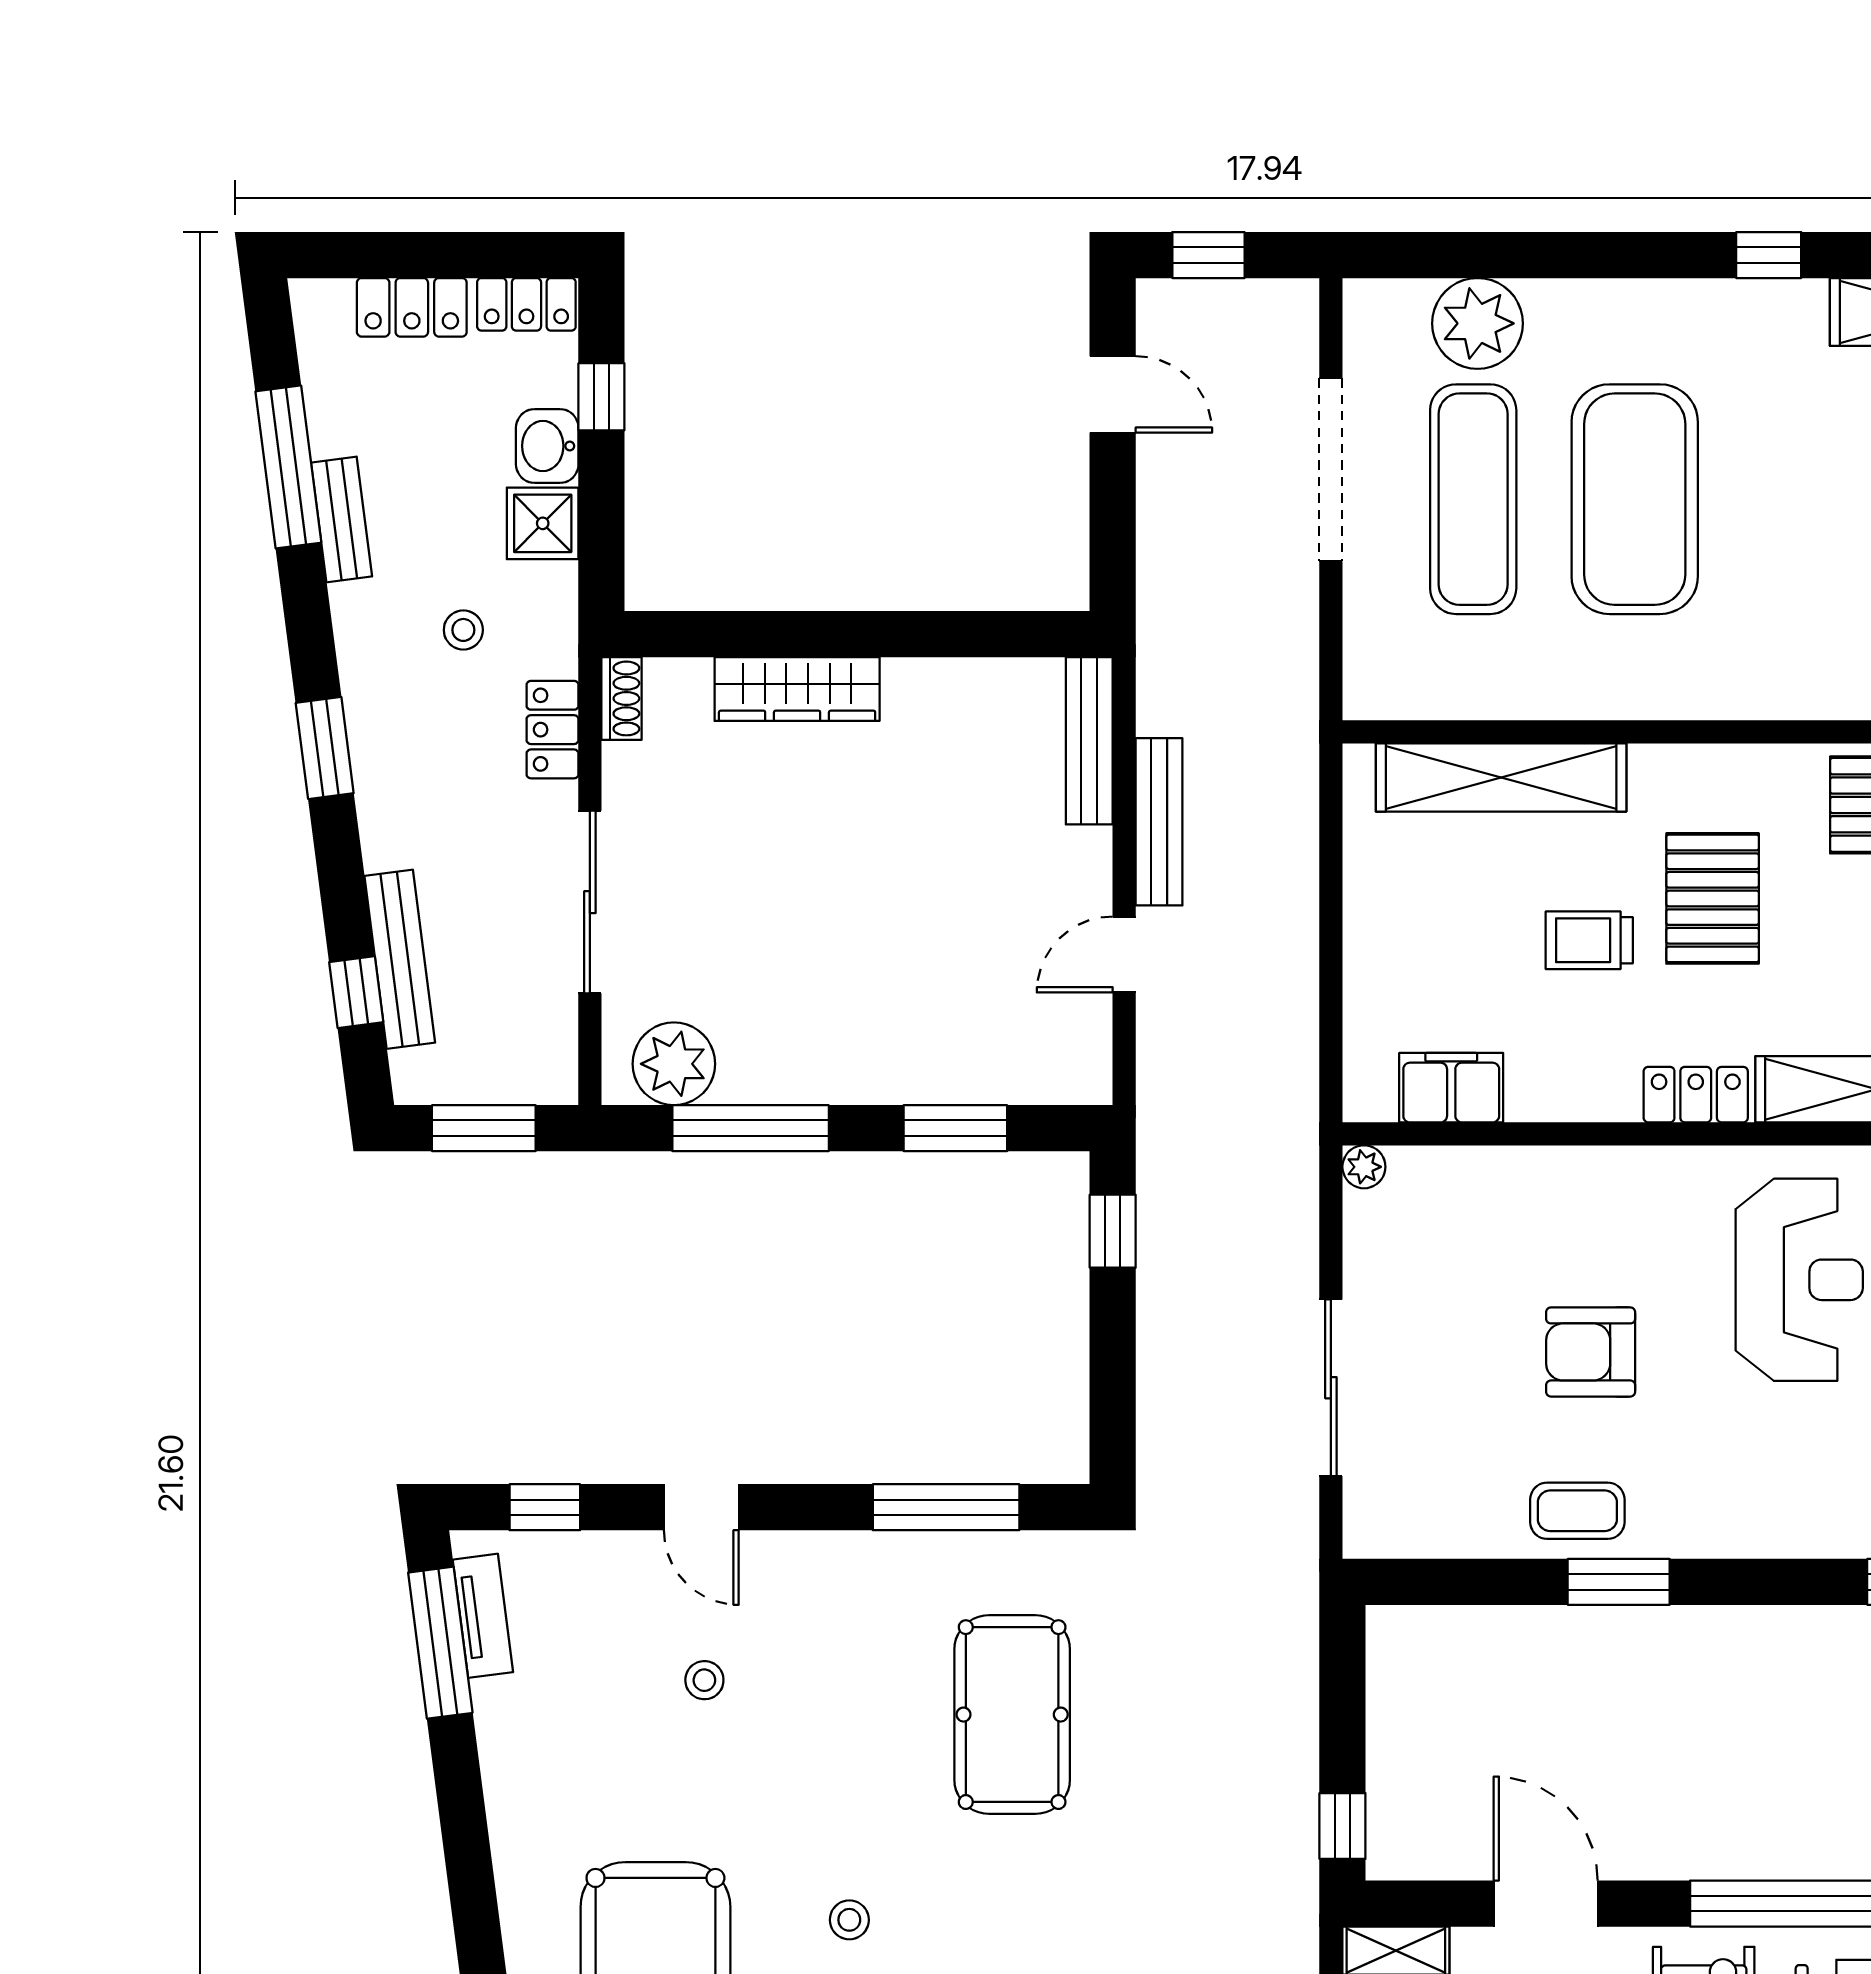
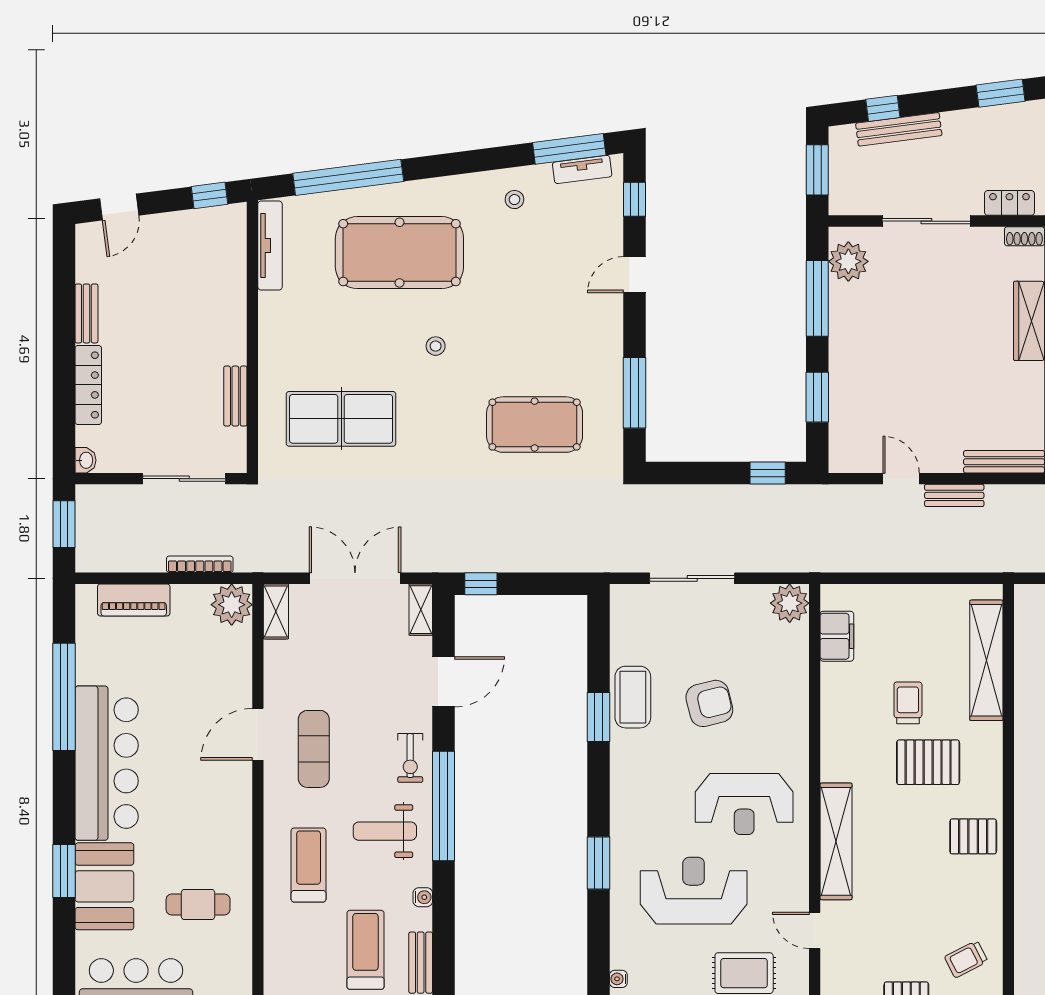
bench: (1159, 822) -> (954, 495), width x0.73
locker: (1696, 1095) -> (833, 754), removed
plant: (1364, 1167) -> (790, 603), width x1.87, depth x1.87
armchair: (1591, 1352) -> (709, 703), turned 76
coffee table: (1577, 1511) -> (633, 697), width x1.36, depth x1.30
stool: (704, 1680) -> (514, 200), moved

